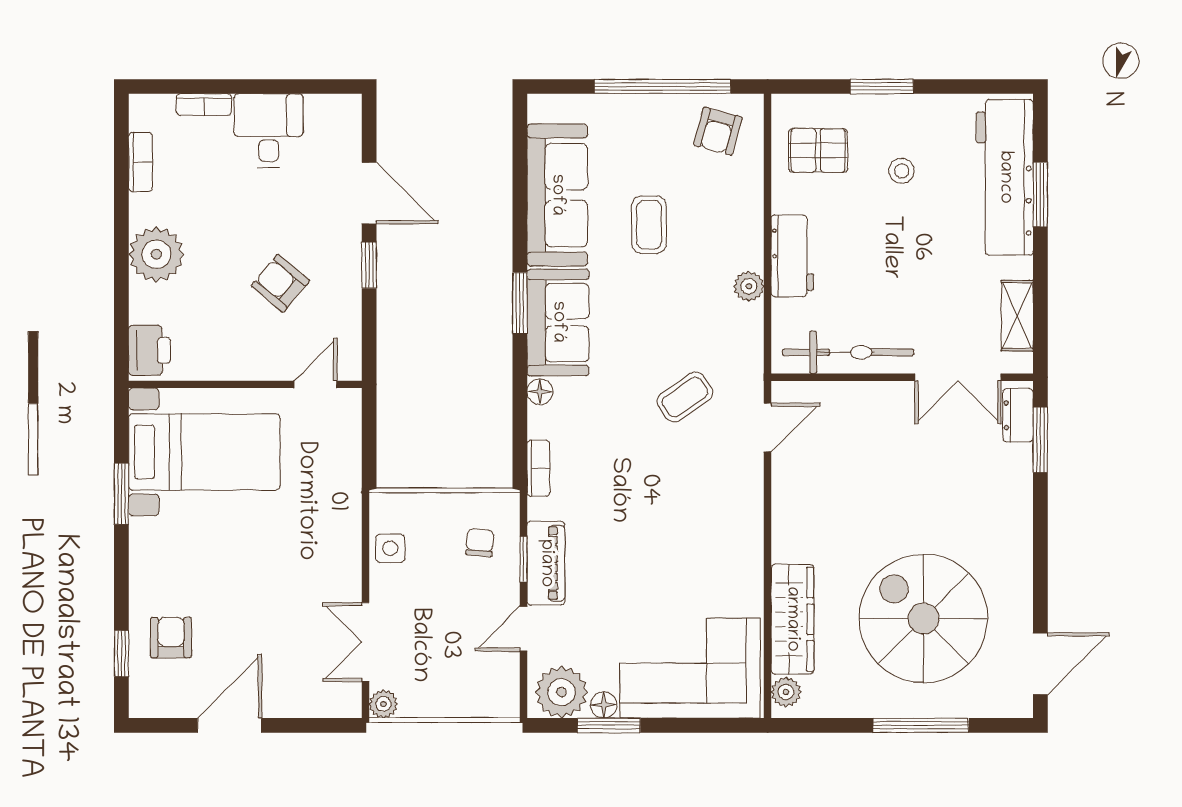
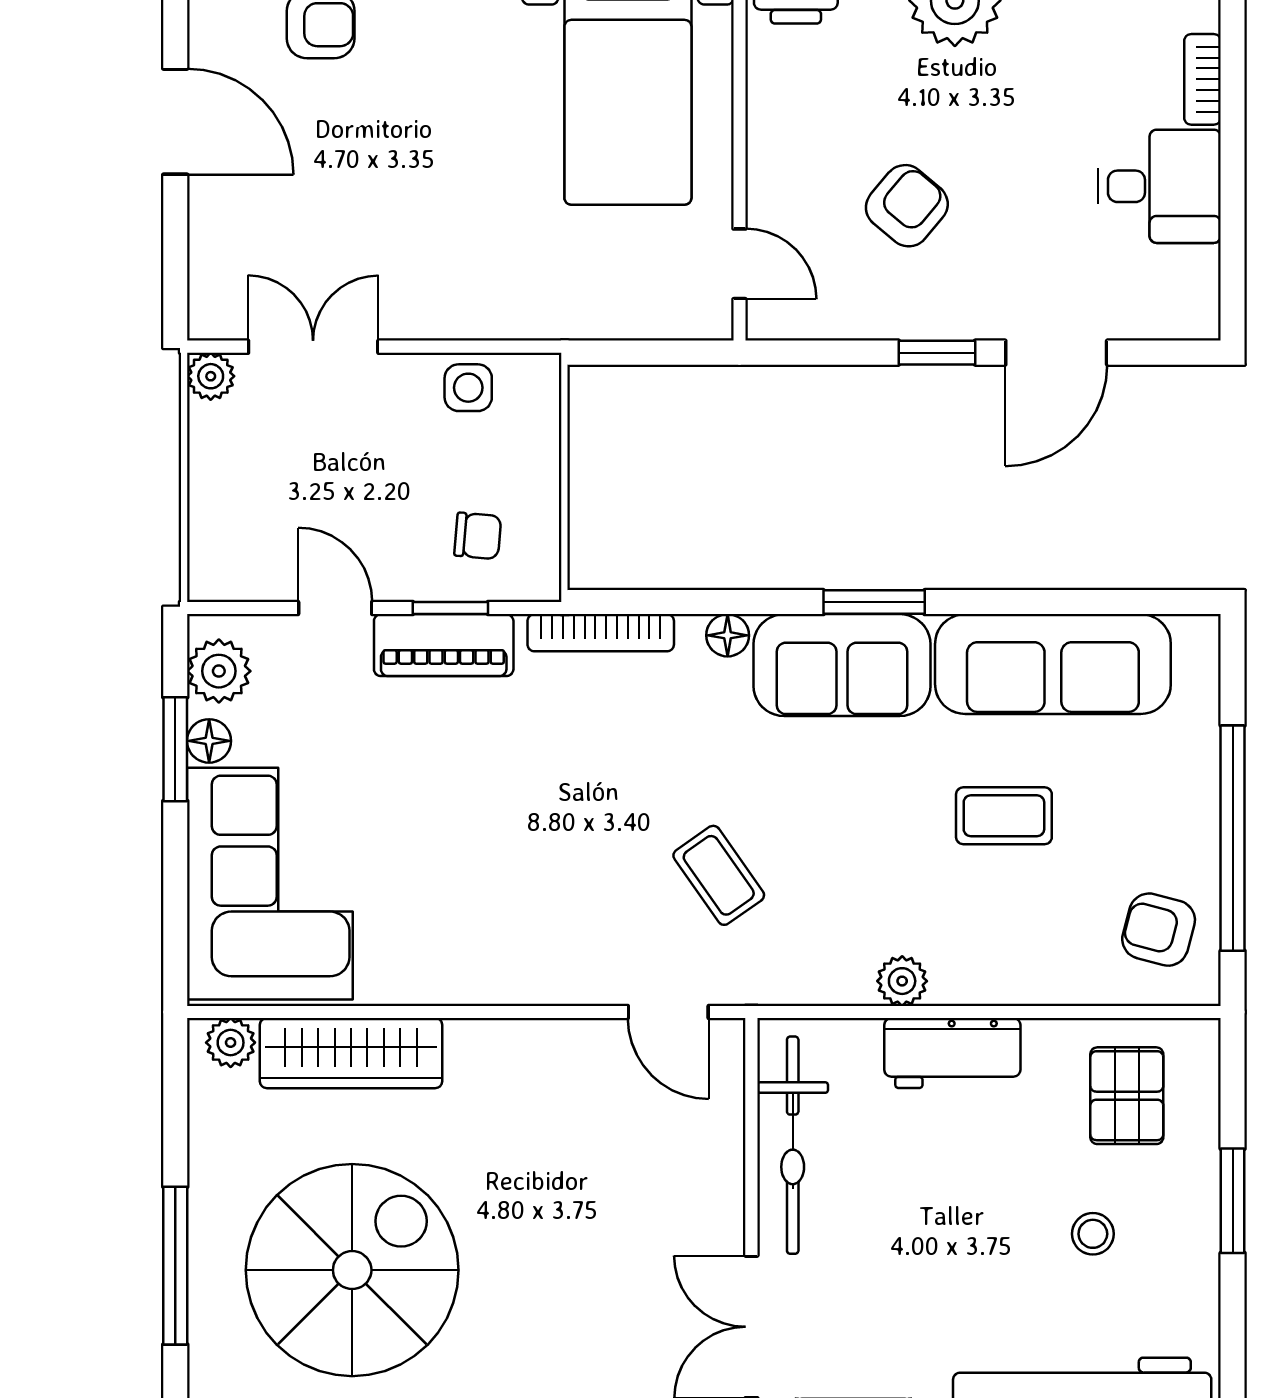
bookcase: (538, 468) -> (601, 633), width x1.56
plant: (562, 692) -> (219, 671), width x0.73, depth x0.73

